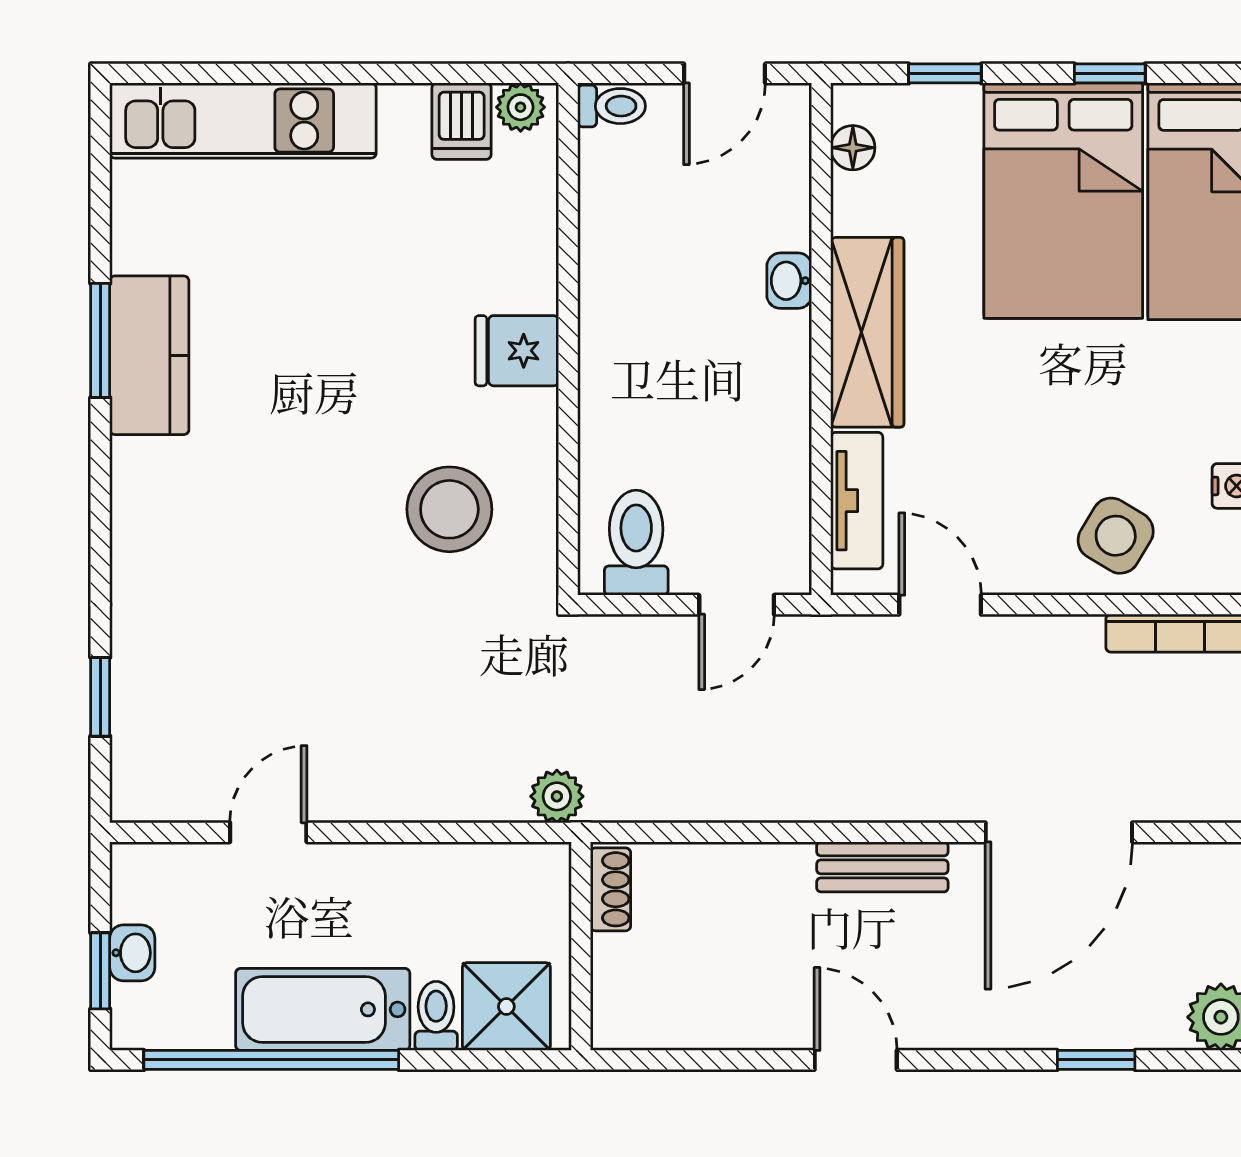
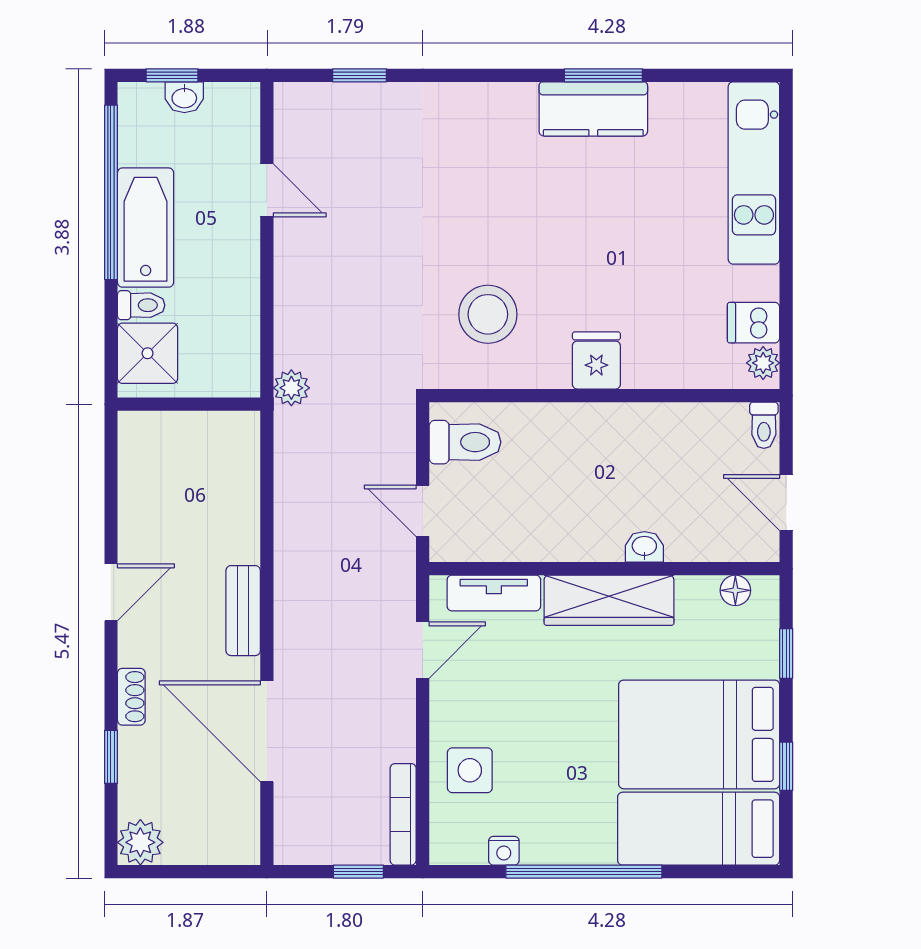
side table: (1116, 536) -> (470, 770), turned -31
shoe rack: (610, 889) -> (131, 697), moved, turned -90

